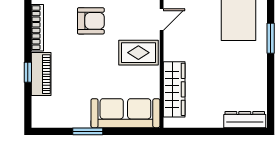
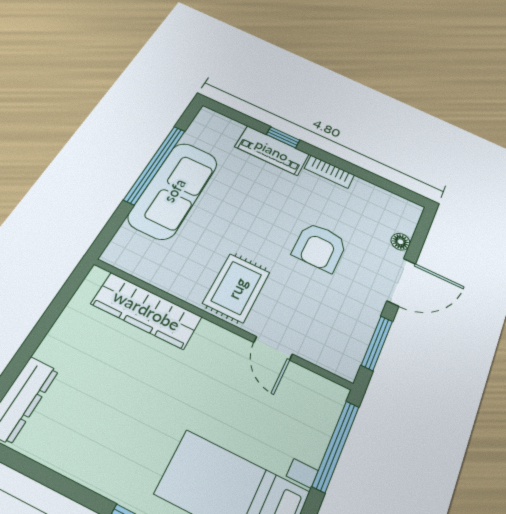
bookcase: (37, 28) -> (329, 172), width x0.64
sofa: (125, 113) -> (174, 190), moved
window: (88, 131) -> (155, 165), width x2.11

